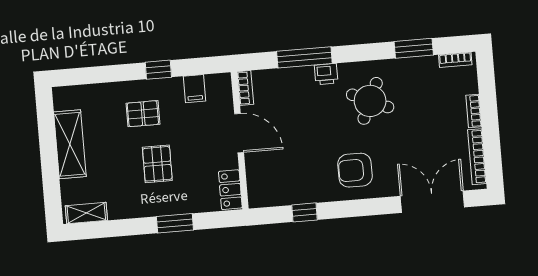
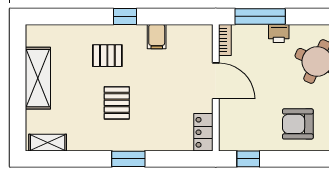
bookcase: (245, 88) -> (225, 40), moved
door: (239, 133) -> (216, 81), moved
wall: (240, 140) -> (216, 88), moved
locker: (230, 190) -> (203, 132), moved

